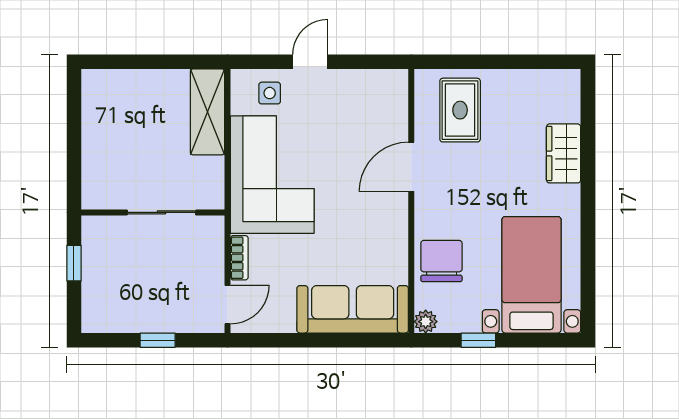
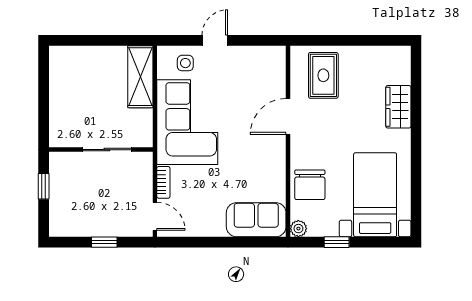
chair: (441, 261) -> (310, 185), turned 180
door: (228, 305) -> (155, 216), hinge flipped
sofa: (353, 309) -> (256, 220), width x0.73

